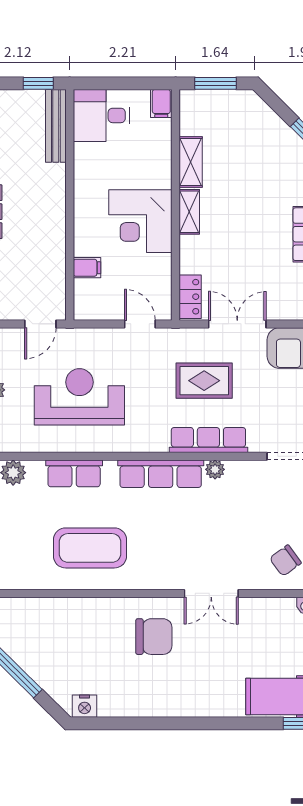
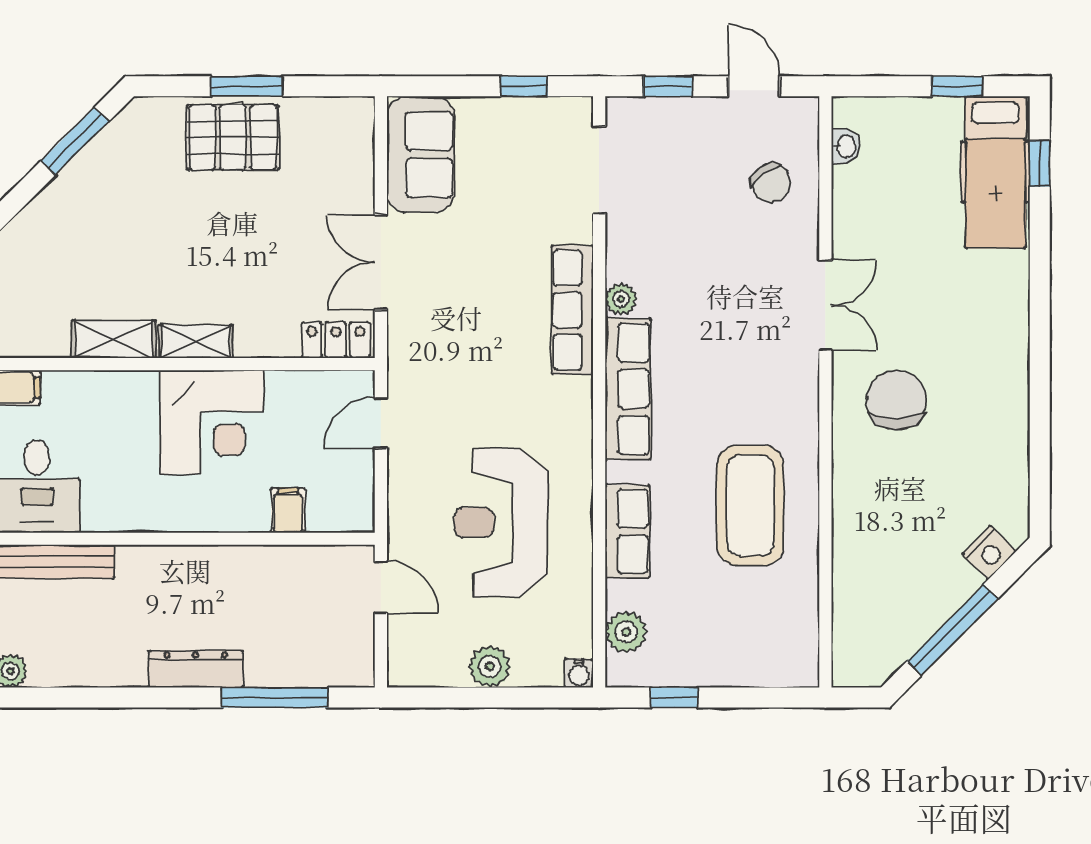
rug: (204, 381) -> (474, 317), removed
nightstand: (85, 706) -> (989, 553), moved, turned 45

